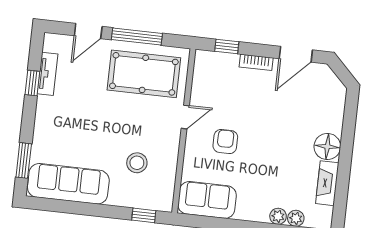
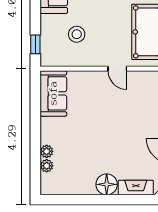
armchair: (225, 142) -> (101, 103), removed
fireplace: (327, 183) -> (136, 188), moved

